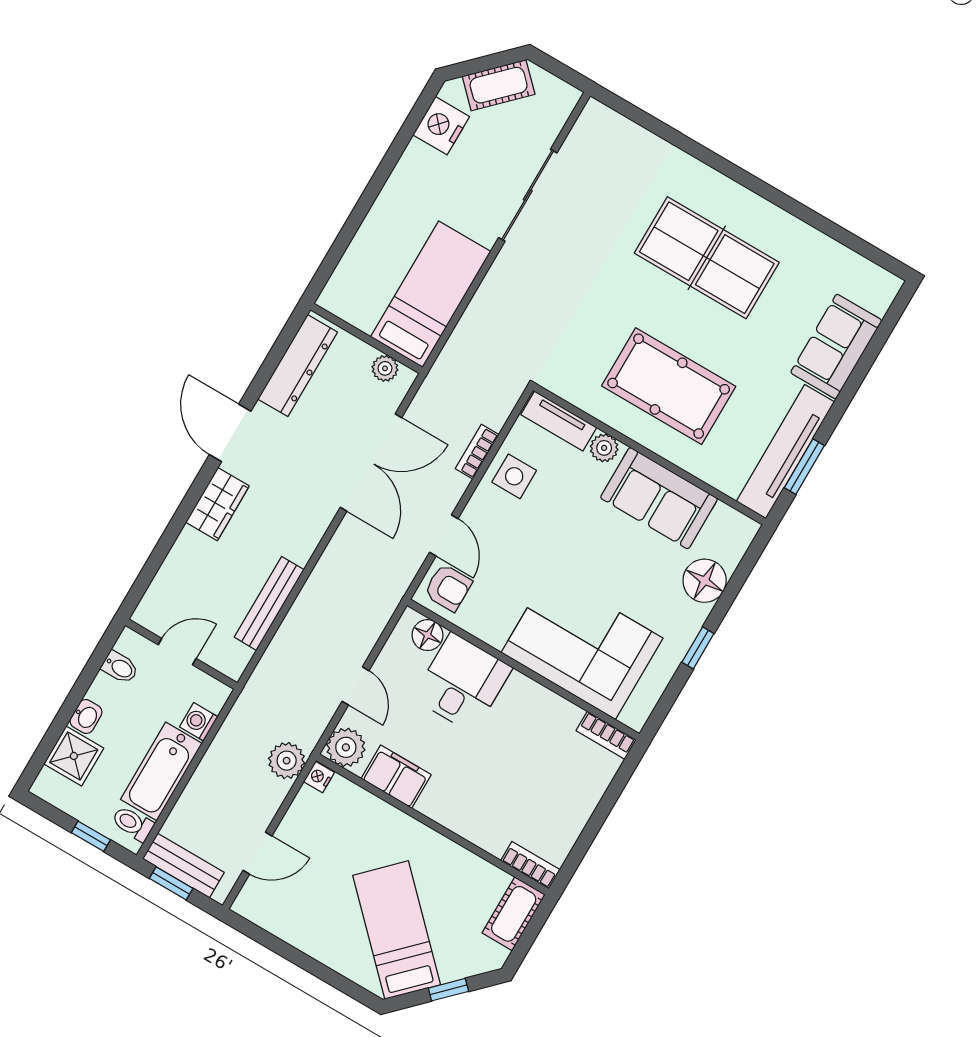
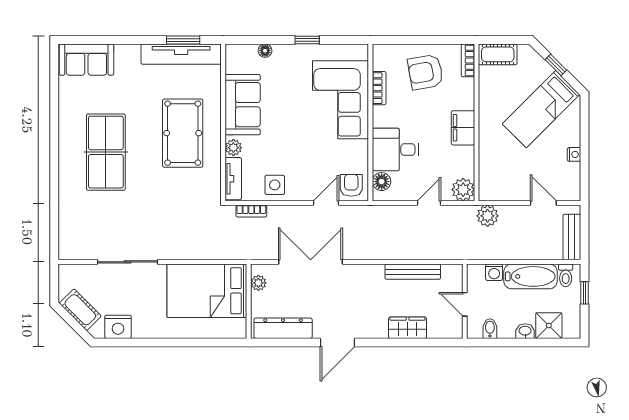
bed: (431, 294) -> (207, 291), width x1.50
sofa: (836, 347) -> (86, 60), moved
bookcase: (477, 452) -> (251, 211), moved
wardrobe: (217, 504) -> (408, 328), moved
floor lamp: (705, 581) -> (265, 51), width x0.53, depth x0.53
bookcase: (606, 735) -> (379, 88), moved
nightstand: (319, 777) -> (574, 154), moved, turned -90
filing cabinet: (396, 777) -> (463, 128), moved
armchair: (550, 793) -> (426, 72), added
window: (171, 883) -> (585, 238), removed

